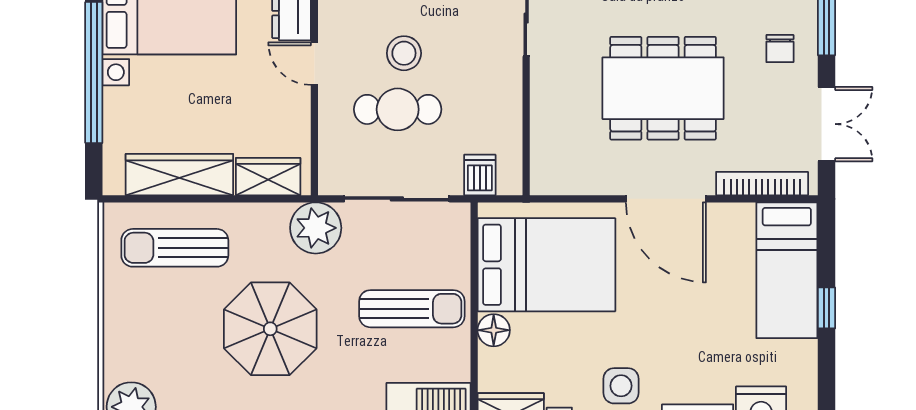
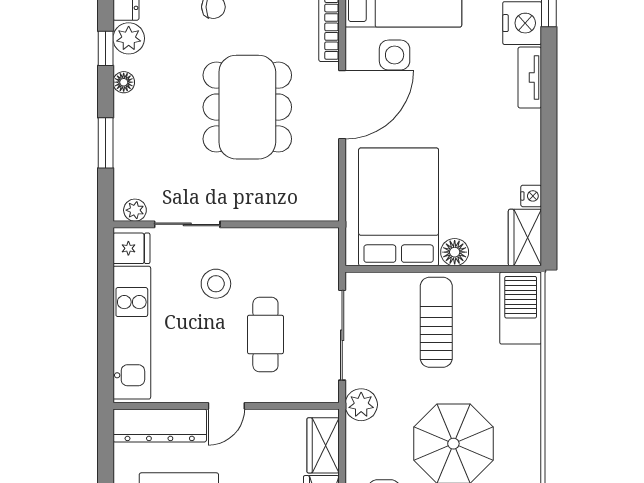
stool: (404, 53) -> (216, 284), moved
dishwasher: (480, 175) -> (322, 264), removed
plant: (316, 228) -> (361, 405), width x0.73, depth x0.73
side table: (621, 386) -> (395, 55), moved

